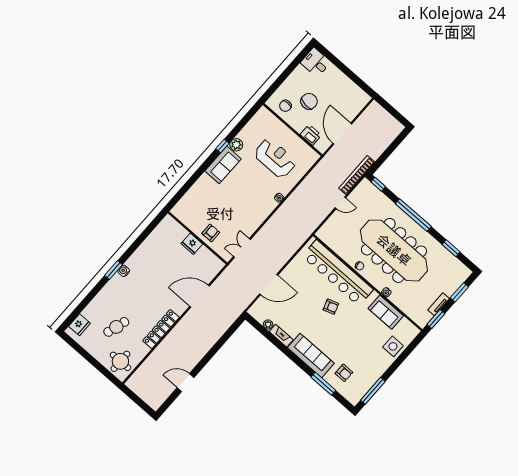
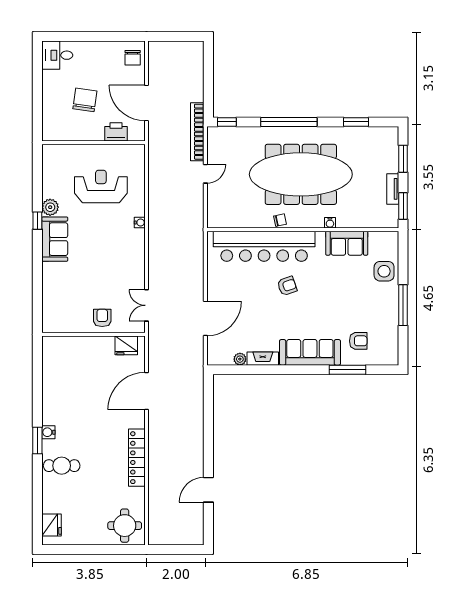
chair: (285, 106) -> (133, 58), moved
fridge: (192, 244) -> (126, 345), moved
cafe table: (116, 327) -> (62, 466), moved, turned 73
window: (373, 391) -> (403, 305), moved

